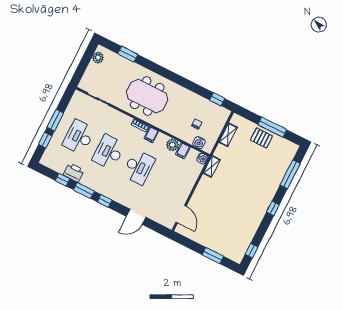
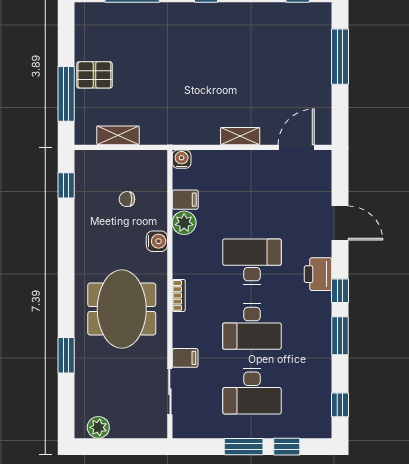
window: (128, 54) -> (66, 355), moved
window: (272, 127) -> (66, 94), moved
filing cabinet: (151, 135) -> (185, 358), moved
pallet: (262, 138) -> (94, 75), turned 90
water cooler: (199, 143) -> (157, 241), moved
shelving: (212, 166) -> (240, 136), moved
printer: (74, 173) -> (318, 274), moved
window: (63, 180) -> (340, 405), moved
window: (213, 256) -> (340, 57), width x1.44

